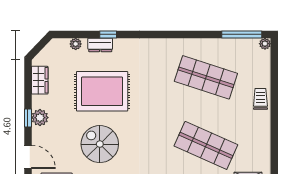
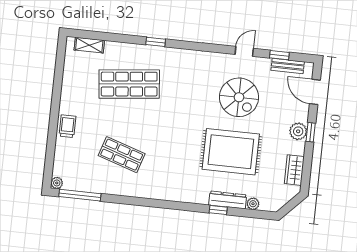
dresser: (100, 45) -> (228, 200), width x1.44
shop shelf: (206, 77) -> (122, 155), width x0.70, depth x0.74
trolley: (260, 99) -> (67, 126), turned 180
shop shelf: (206, 145) -> (129, 84), turned -30

